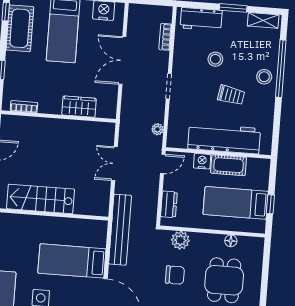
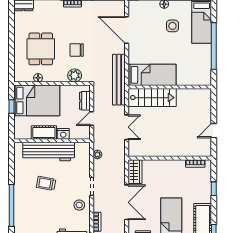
stool: (215, 59) -> (79, 205), moved
stool: (264, 77) -> (23, 198), removed
wardrobe: (79, 107) -> (135, 172), moved, turned -90
door: (163, 164) -> (92, 119), moved
stairs: (41, 199) -> (152, 98), moved
bed: (236, 203) -> (37, 100), width x1.50
bed: (72, 261) -> (152, 75), moved

